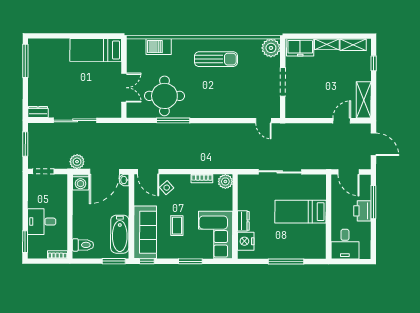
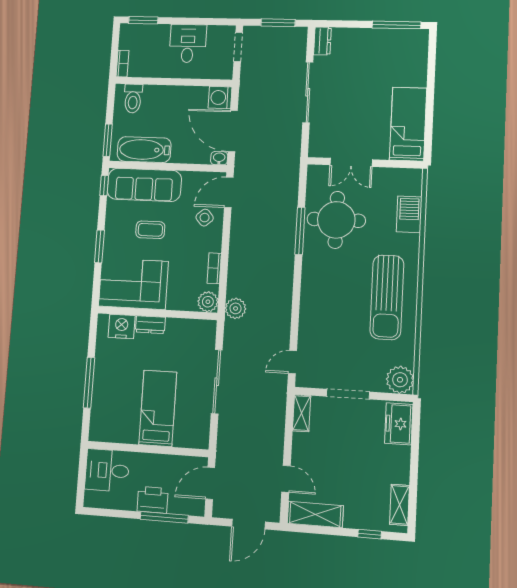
shelving: (327, 44) -> (302, 413), moved
sun lounger: (216, 59) -> (387, 297), width x1.36, depth x1.34
plant: (77, 162) -> (236, 308), moved
desk: (42, 222) -> (188, 44), moved

